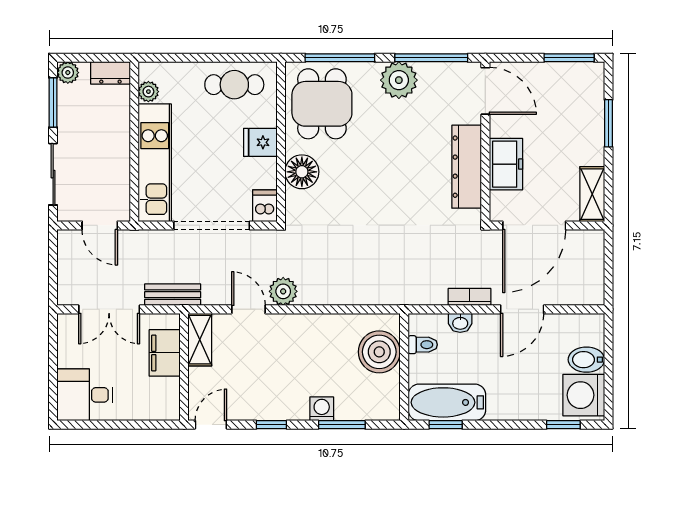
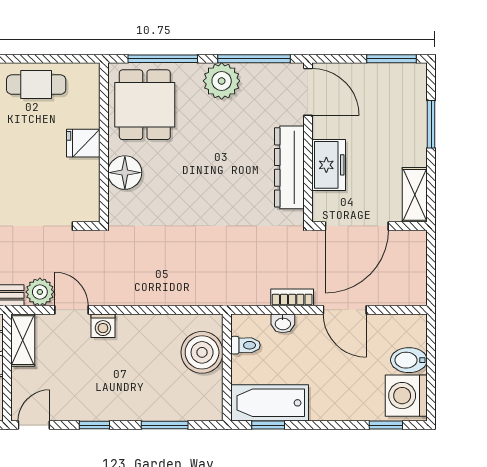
cafe table: (234, 85) -> (36, 85), moved
dishwasher: (265, 206) -> (88, 206), removed
plant: (283, 291) -> (40, 292), moved
door: (522, 309) -> (345, 310), hinge flipped
washing machine: (322, 409) -> (103, 326), moved, turned 180

